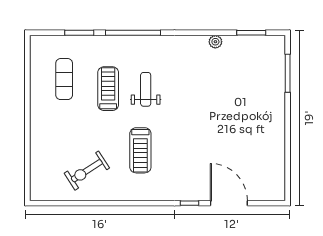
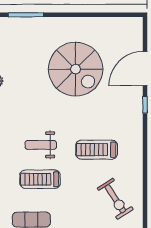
spiral stairs: (228, 127) -> (76, 69), added
treadmill: (140, 150) -> (97, 150), turned 180

